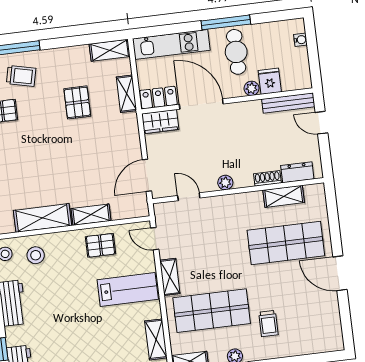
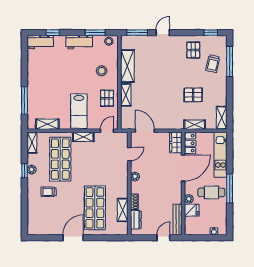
stool: (36, 255) -> (102, 71), moved

